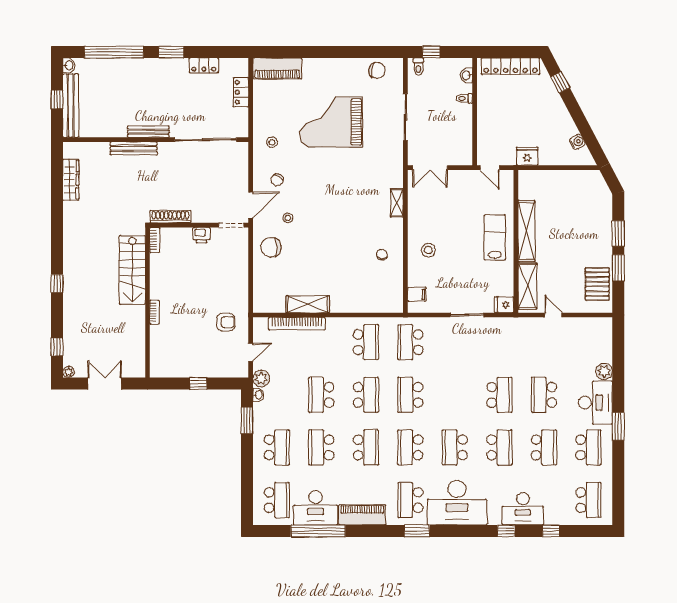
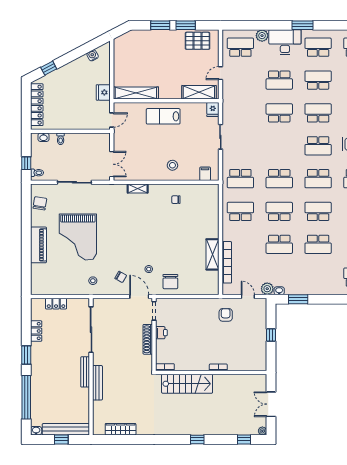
piano: (277, 69) -> (39, 245), moved
shoe rack: (170, 217) -> (148, 339), moved
shelving: (526, 231) -> (136, 93), moved
school desk: (277, 447) -> (240, 47), moved

